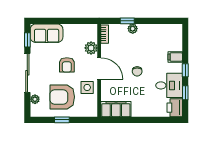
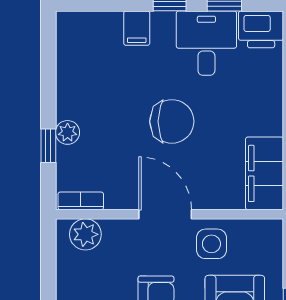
plant: (91, 48) -> (85, 234), moved
door: (99, 69) -> (165, 214), hinge flipped
chair: (137, 71) -> (172, 121), width x1.87, depth x1.87

